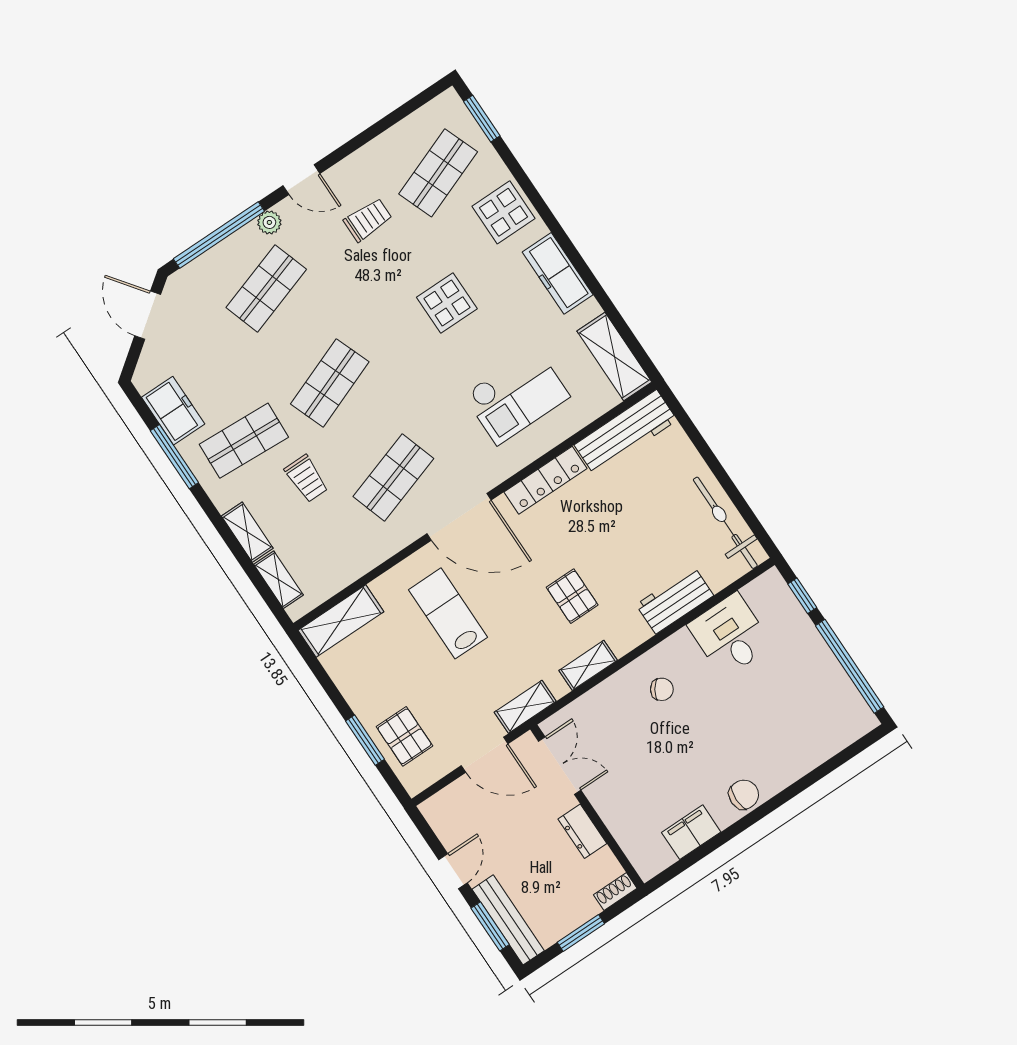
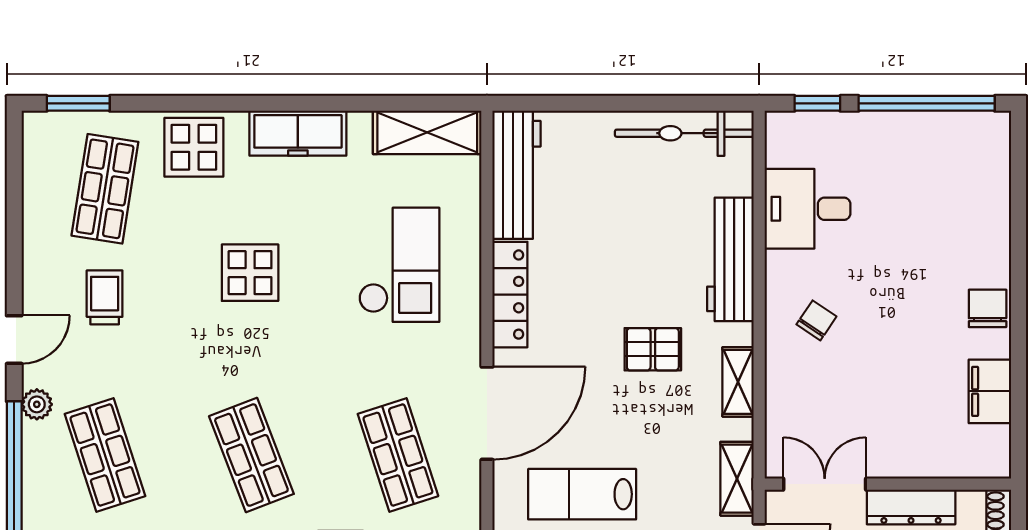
shop shelf: (438, 173) -> (105, 189), turned 30
workbench: (675, 600) -> (730, 259), width x1.38
dresser: (582, 831) -> (911, 507), width x1.44

